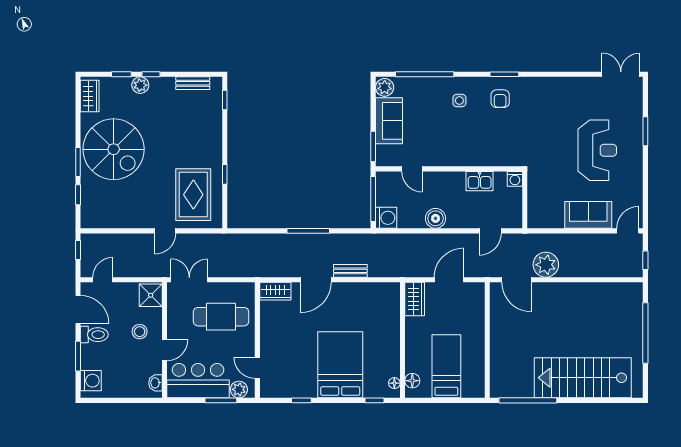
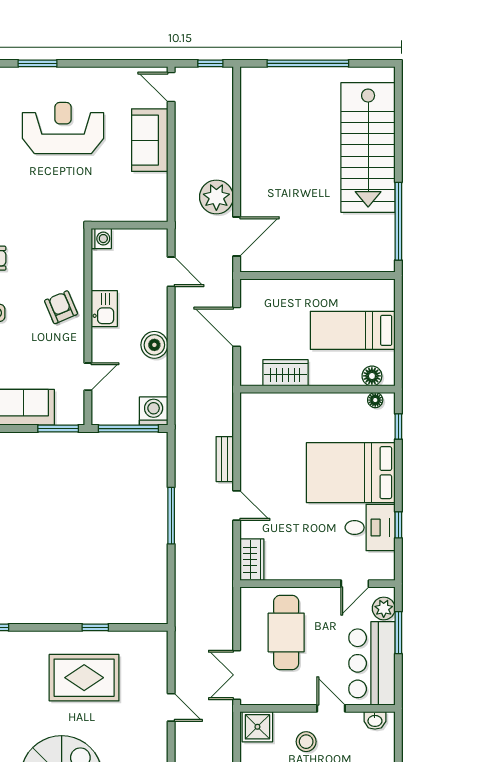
armchair: (464, 149) -> (61, 307), added
kitchen sink: (480, 181) -> (104, 309), moved
rug: (193, 195) -> (84, 678), moved
door: (316, 280) -> (237, 506), width x0.73
wardrobe: (415, 299) -> (285, 373), moved
desk: (299, 379) -> (370, 528), added

